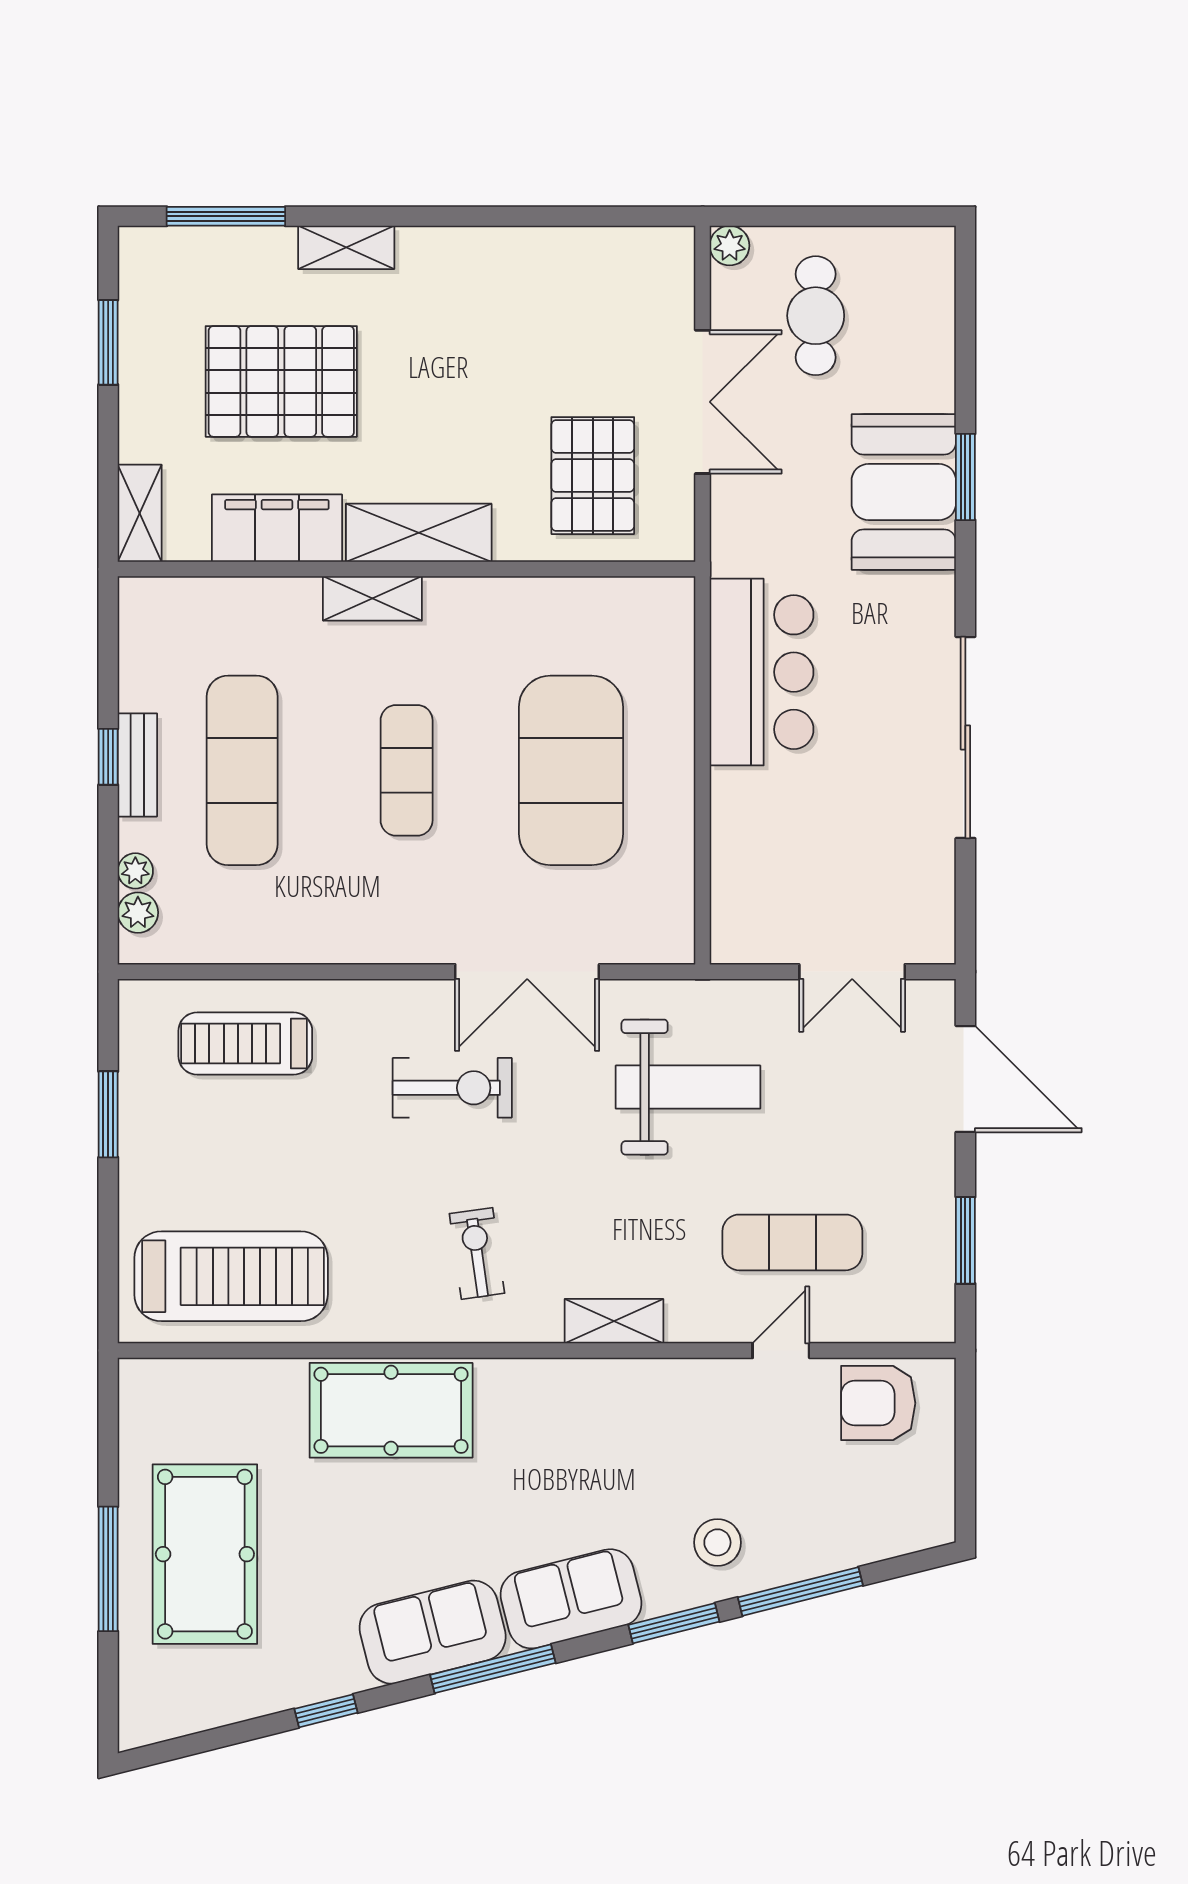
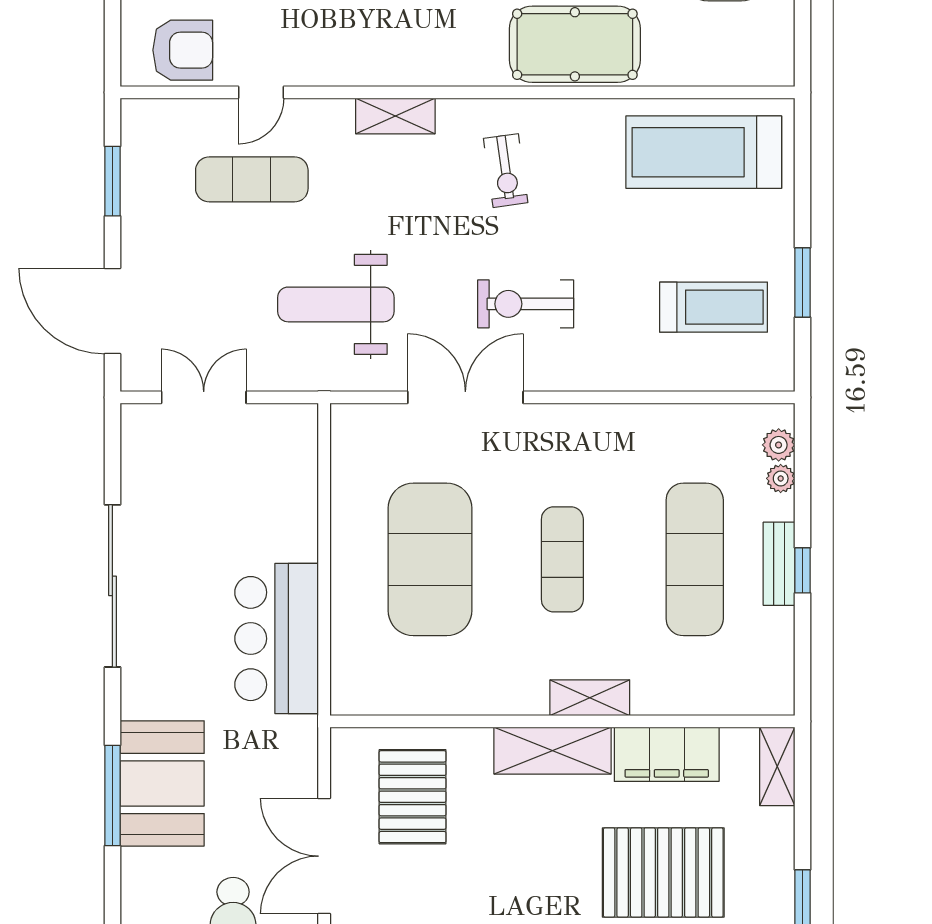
window: (965, 477) -> (112, 796), width x1.44
treadmill: (245, 1044) -> (714, 307), moved

